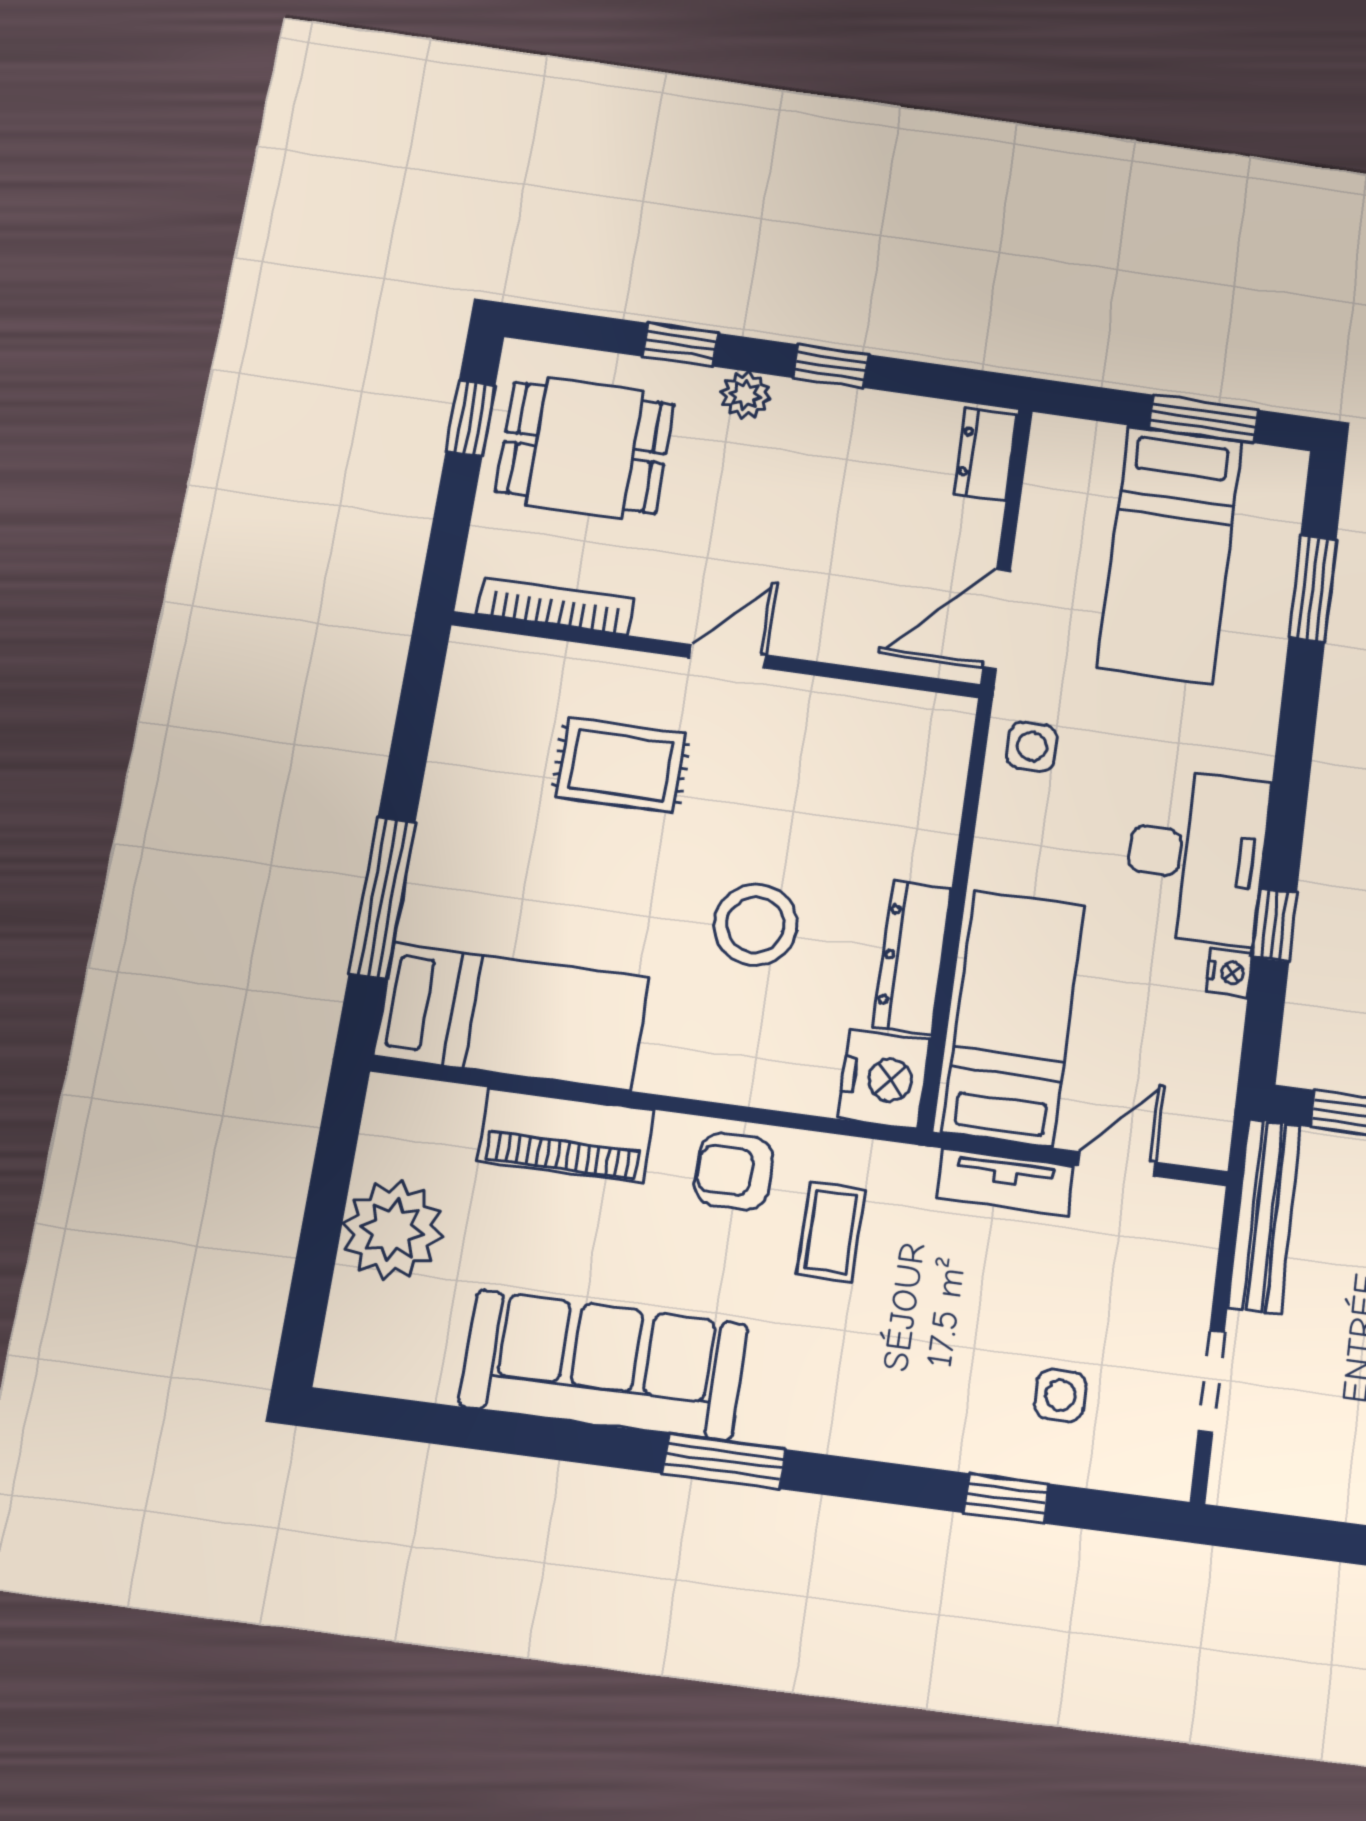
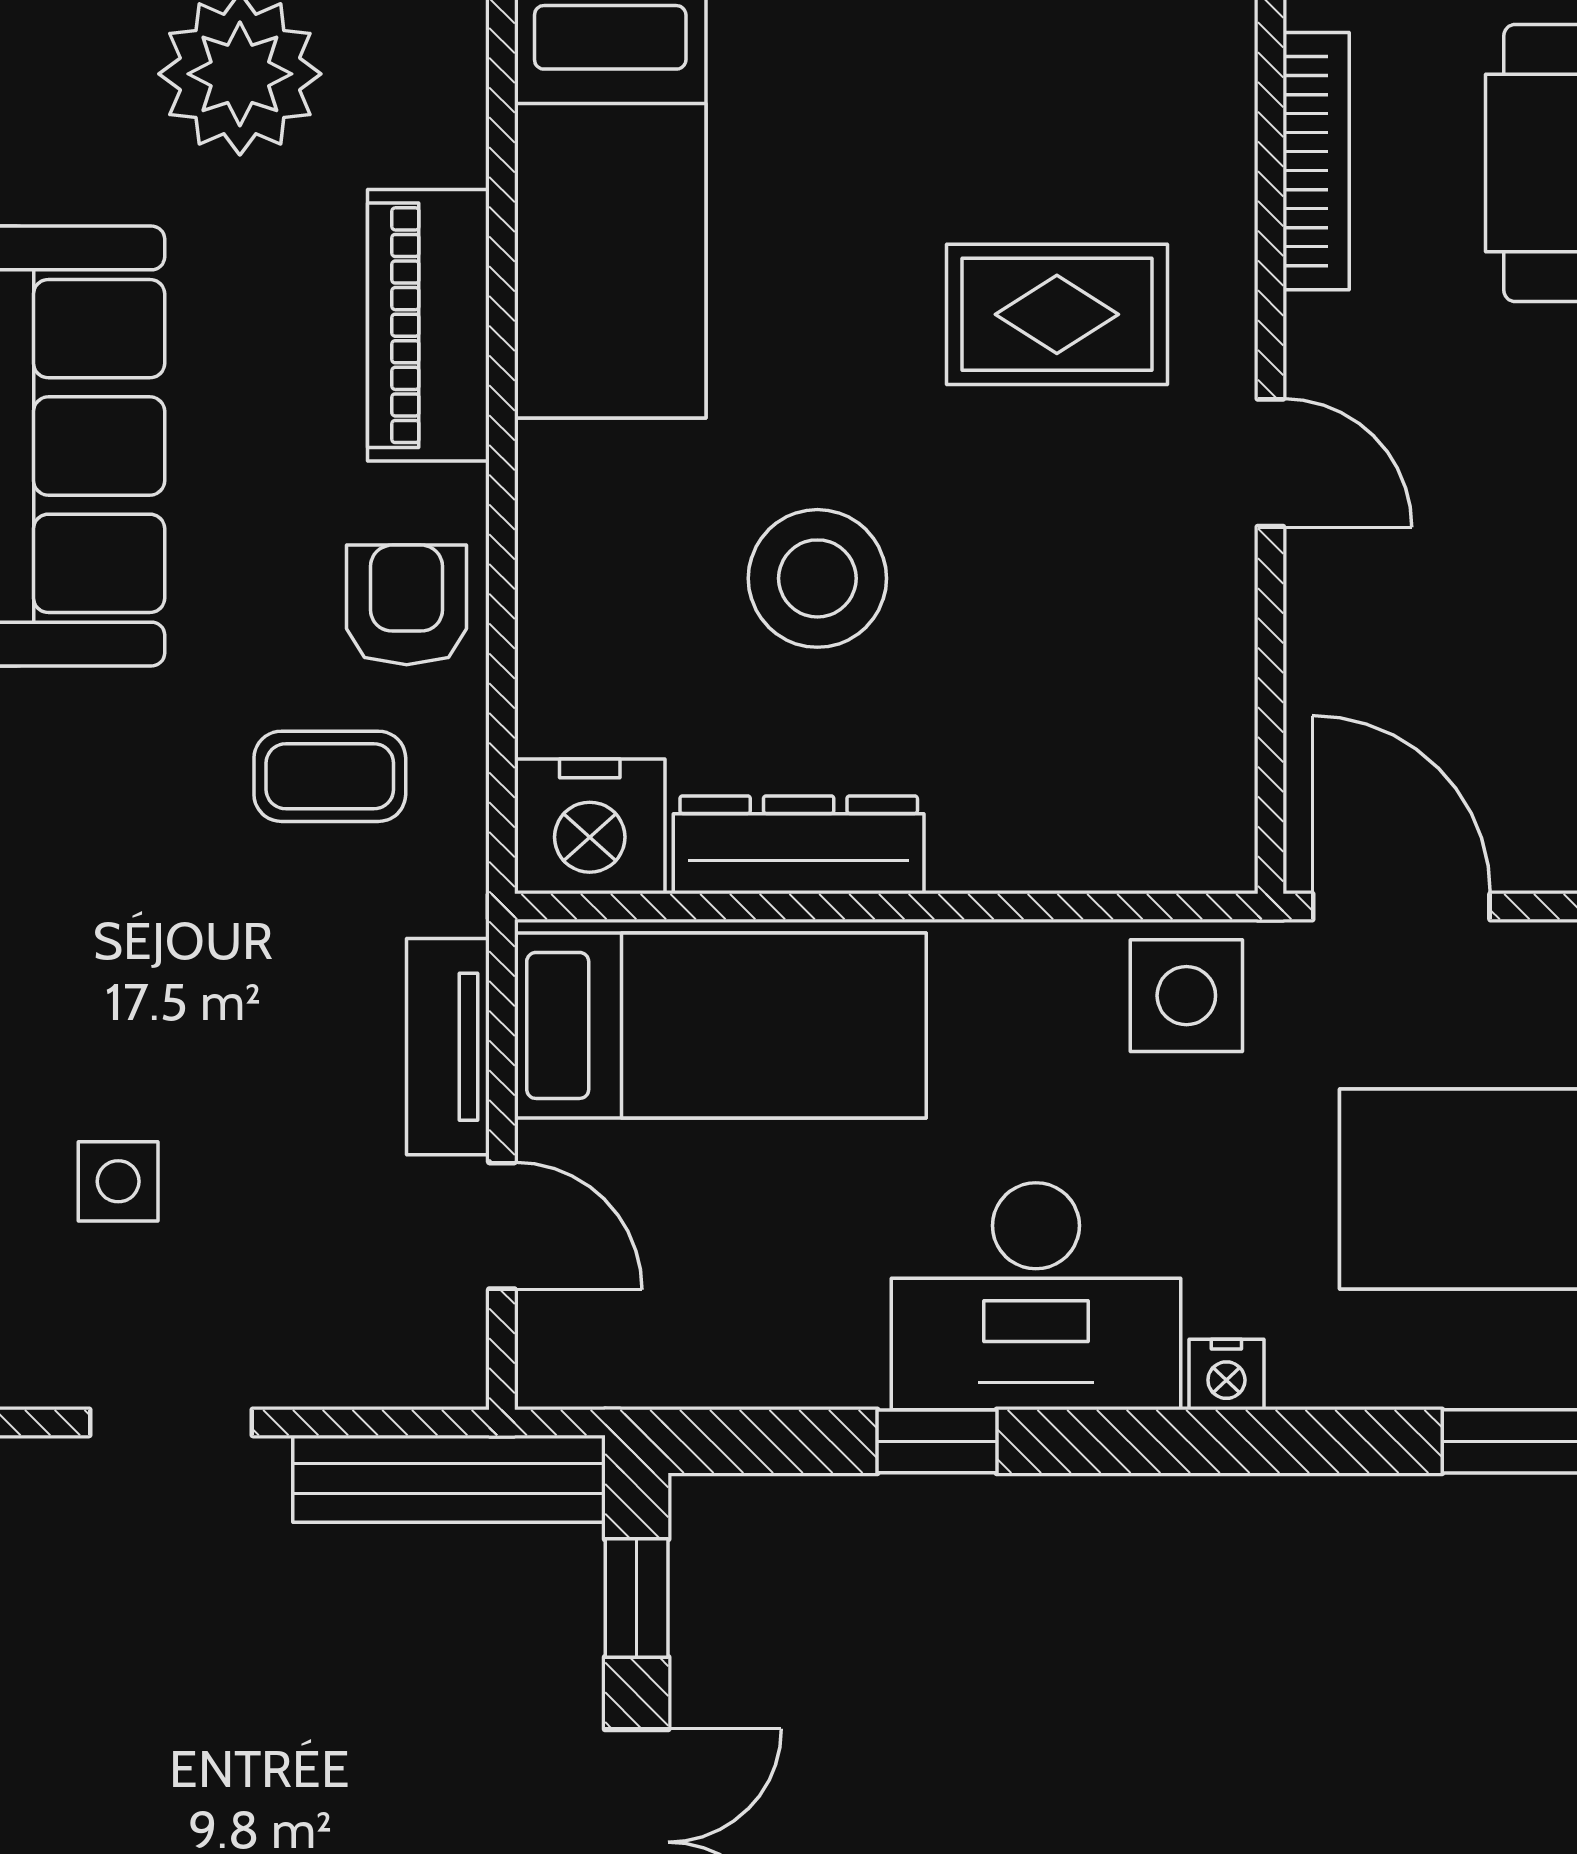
side table: (1032, 747) -> (1186, 996), width x1.37, depth x1.37
rug: (621, 765) -> (1057, 314), turned 90
nightstand: (1229, 973) -> (1226, 1374), moved

